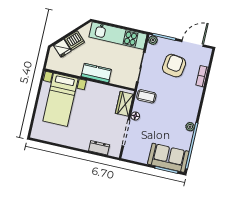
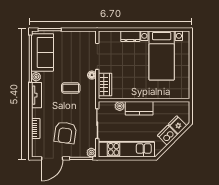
plant: (115, 79) -> (120, 106), added
coffee table: (146, 96) -> (71, 88), moved
bed with nightstands: (60, 100) -> (162, 56), moved, turned 180
tv unit: (194, 109) -> (37, 95), added
dresser: (99, 148) -> (130, 36), moved
sofa: (168, 158) -> (43, 52), moved, turned -90

